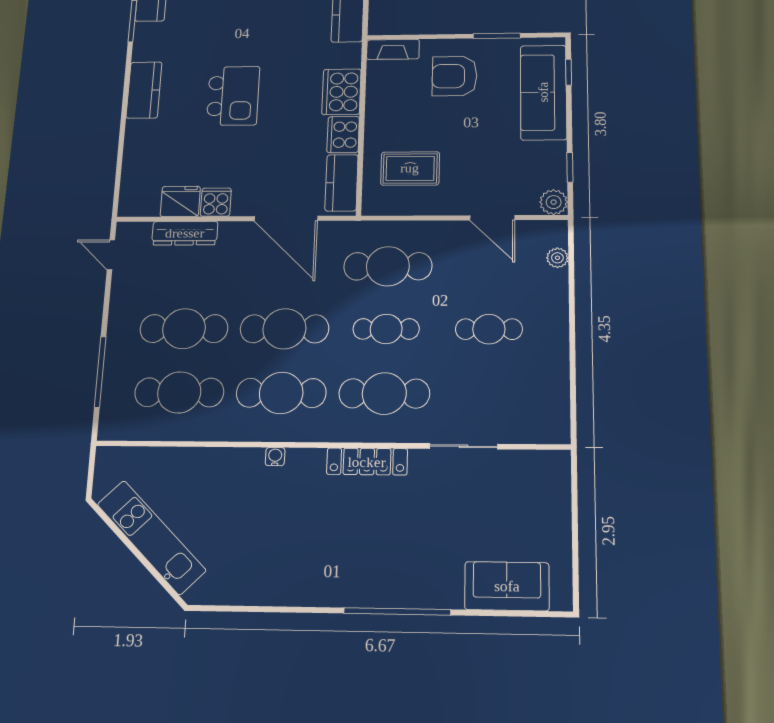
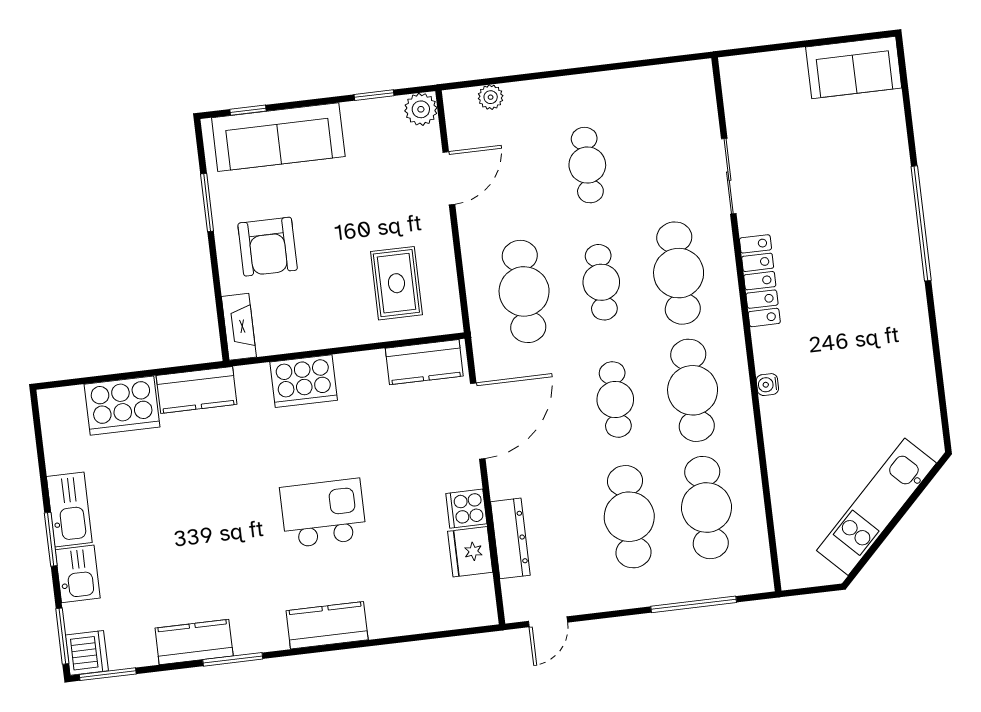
cooker: (343, 135) -> (361, 370), removed
cafe table: (284, 329) -> (615, 399), width x0.73, depth x0.74
sofa: (507, 586) -> (854, 67), moved, turned -90

